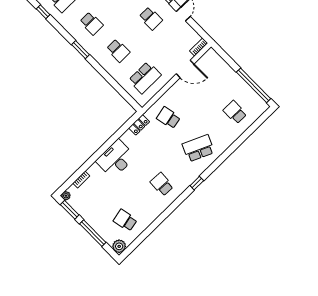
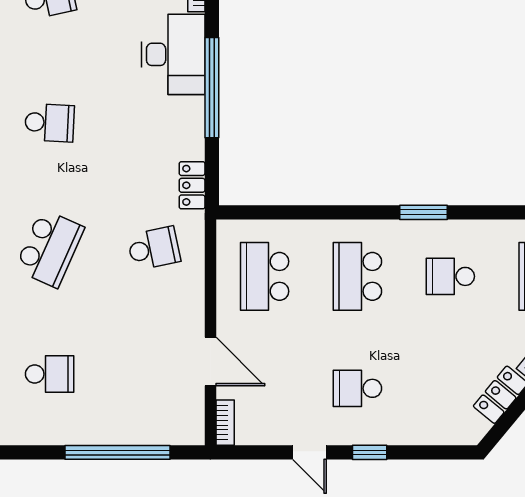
school desk: (118, 51) -> (357, 276), width x1.85
door: (185, 69) -> (210, 361), swing flipped
window: (254, 85) -> (117, 452), moved
window: (105, 147) -> (212, 88), added
desk: (116, 159) -> (173, 54), moved

